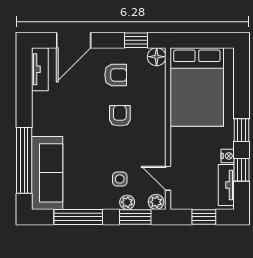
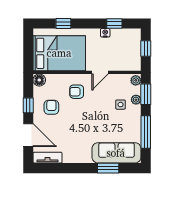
window: (136, 40) -> (28, 105), moved
armchair: (120, 116) -> (77, 92), moved
window: (242, 130) -> (63, 24), moved
window: (24, 160) -> (108, 168), width x0.47
door: (168, 178) -> (100, 72), moved
tv unit: (226, 185) -> (124, 34), removed

